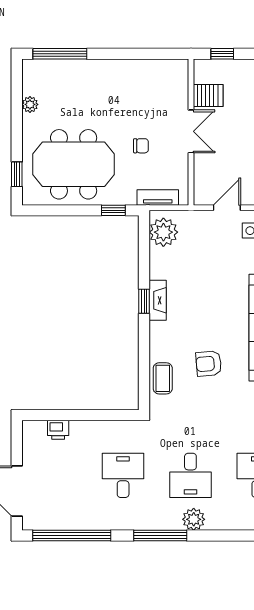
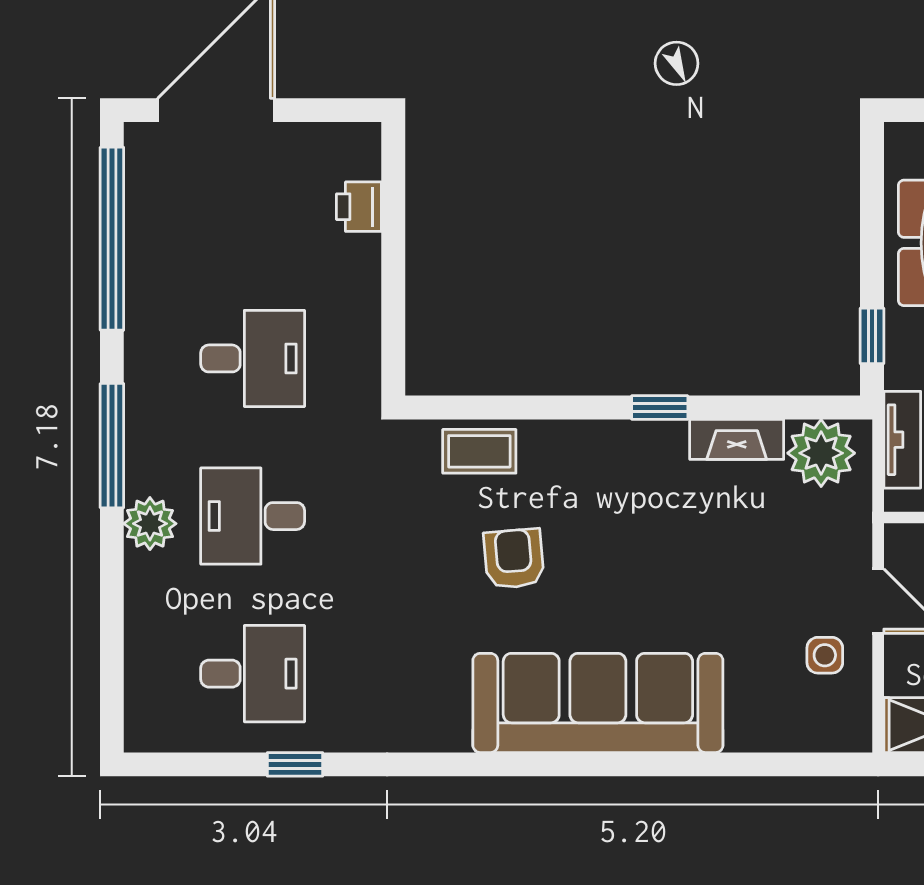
fireplace: (158, 300) -> (737, 439), moved

